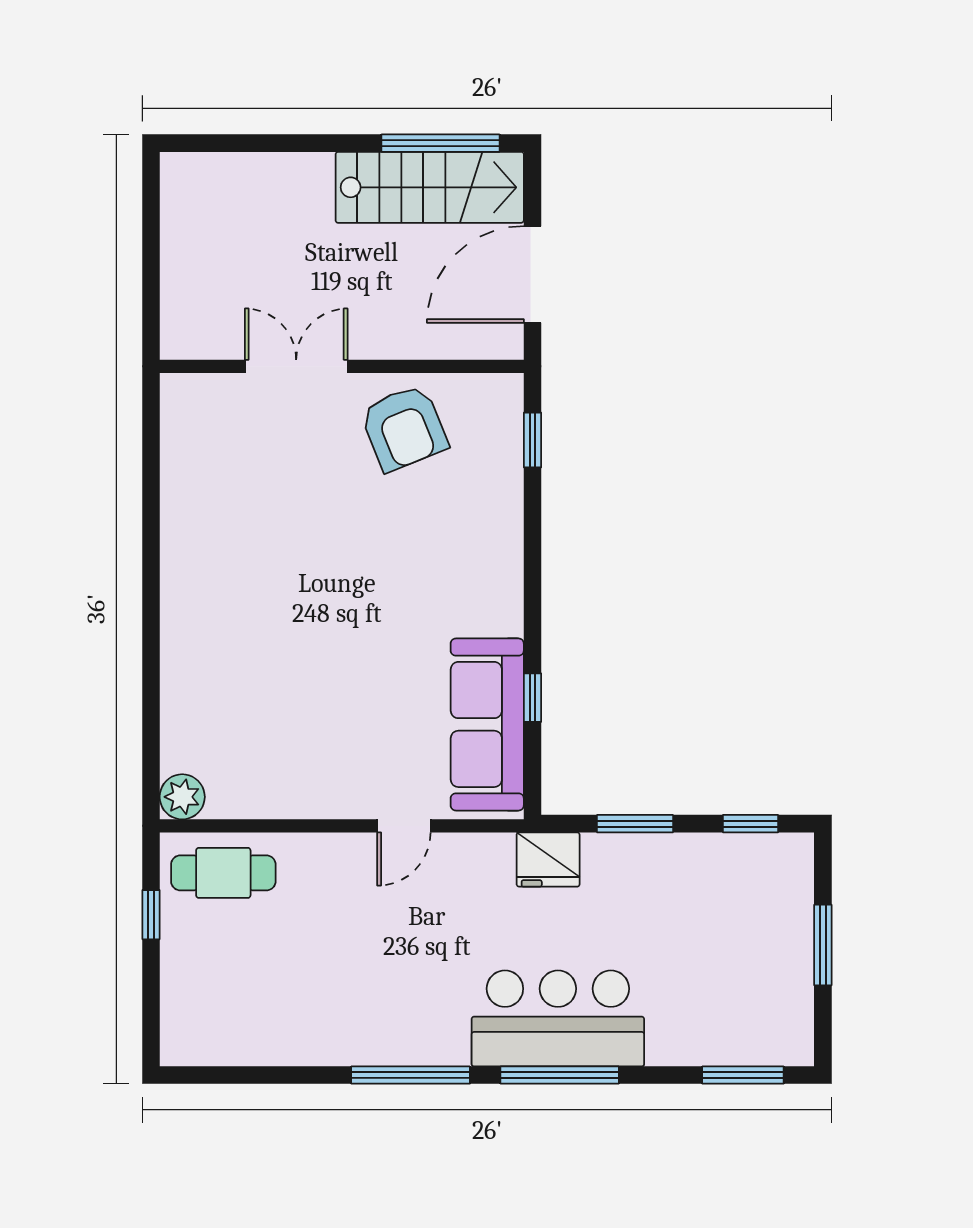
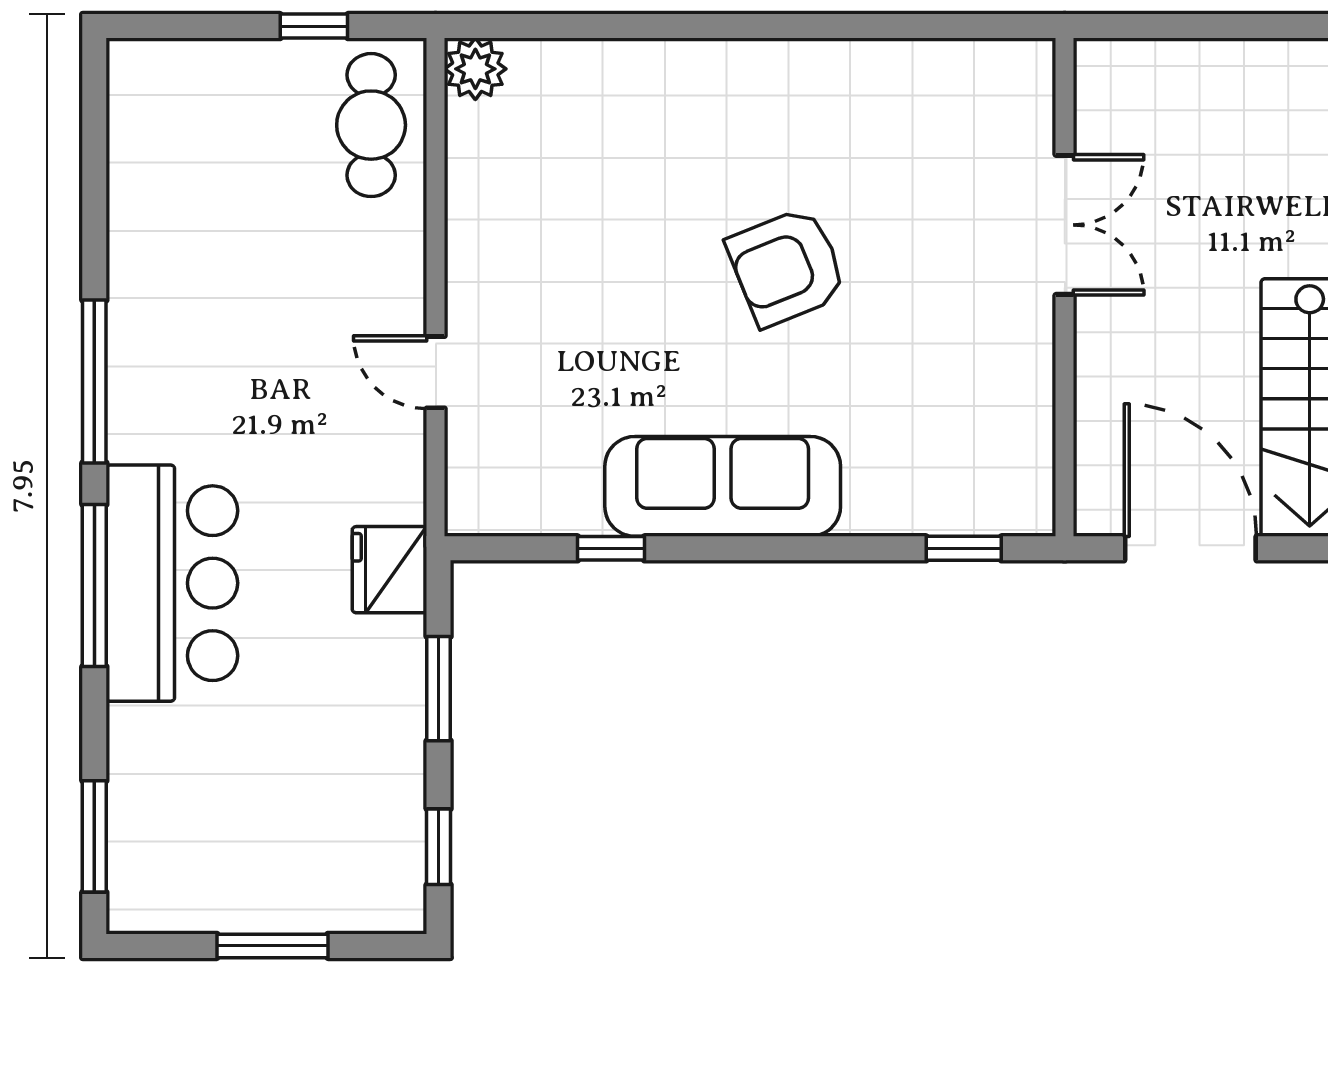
armchair: (404, 428) -> (787, 267), moved
sofa: (487, 724) -> (723, 486), moved

